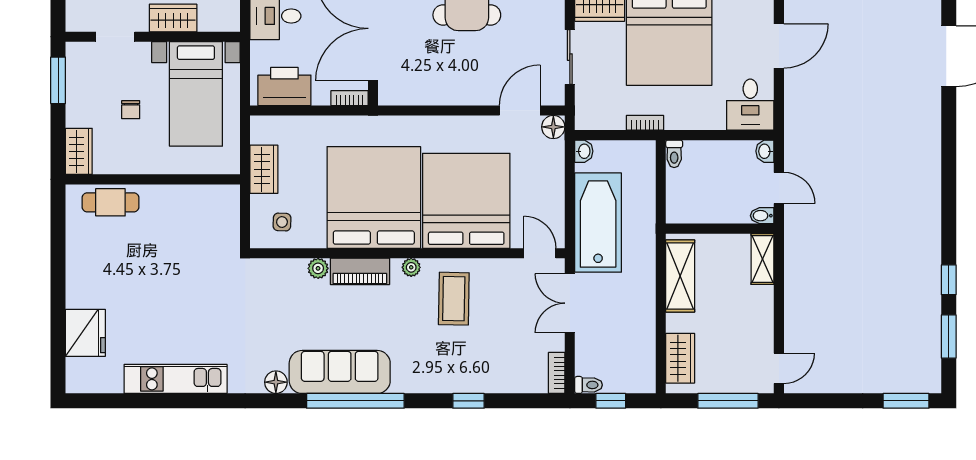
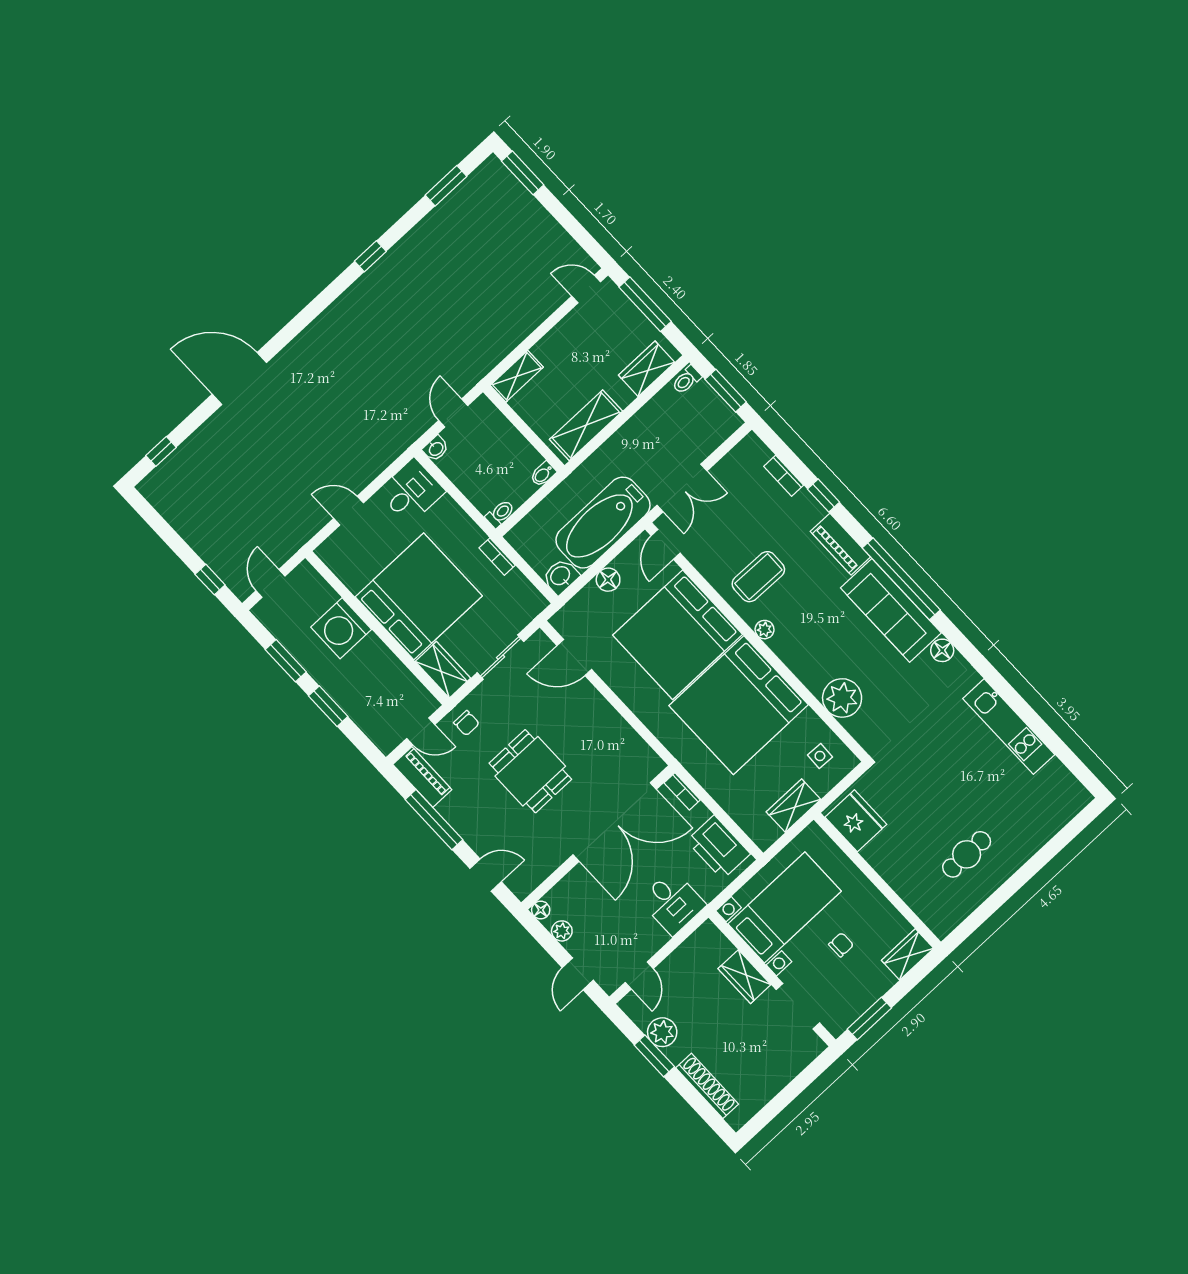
doorway: (115, 37) -> (798, 1006), width x1.38
door: (779, 46) -> (349, 511), width x0.73
floor lamp: (553, 127) -> (608, 580), moved
washbasin: (584, 151) -> (561, 576), width x1.38, depth x1.45
cafe table: (110, 202) -> (967, 854), moved, turned 90
bidet: (762, 216) -> (543, 474), moved, turned 90
plant: (318, 268) -> (842, 698), width x1.87, depth x1.87
piano: (360, 271) -> (840, 544), moved, turned 180
window: (949, 280) -> (370, 256), moved
fridge: (85, 333) -> (856, 821), moved, turned 90
bookcase: (557, 373) -> (784, 476), moved, turned 90
toilet: (588, 385) -> (687, 380), moved, turned -90
window: (611, 401) -> (726, 391), width x1.50

